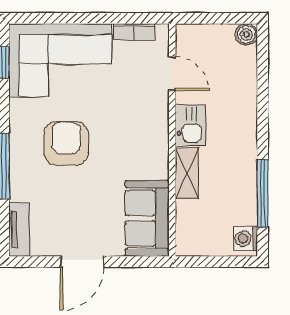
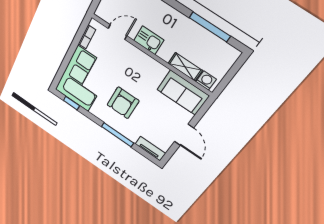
armchair: (66, 143) -> (123, 103), turned -90
shelving: (187, 173) -> (185, 67), moved
washing machine: (245, 239) -> (206, 81), moved, turned 180

